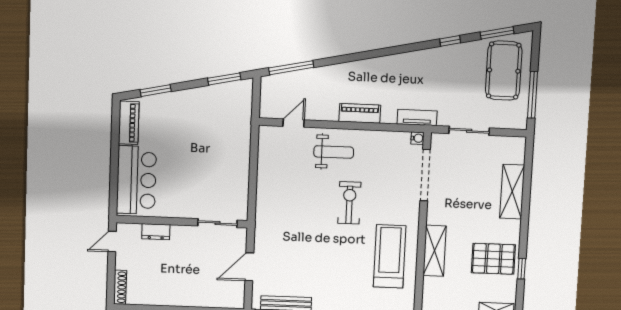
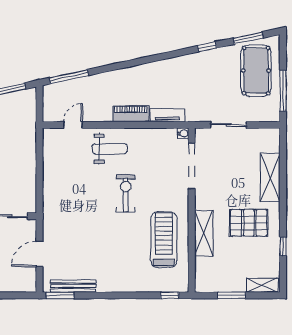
tv unit: (417, 117) -> (167, 115), moved
pallet: (493, 259) -> (249, 223), moved

